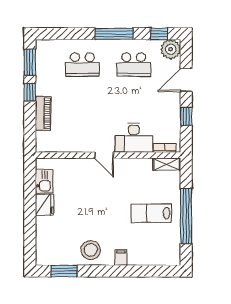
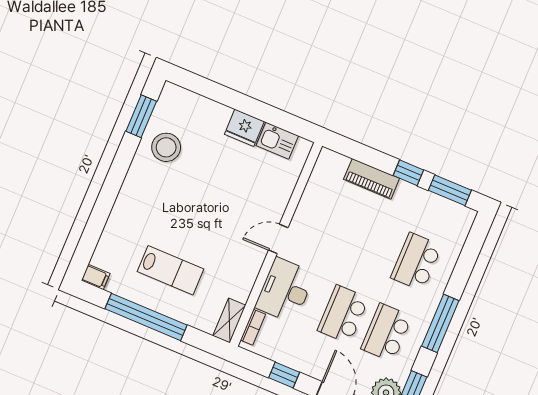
school desk: (134, 96) -> (343, 314), added
lab bench: (151, 213) -> (170, 270), turned 90
stool: (91, 250) -> (166, 147), moved
filing cabinet: (121, 257) -> (96, 277), moved

